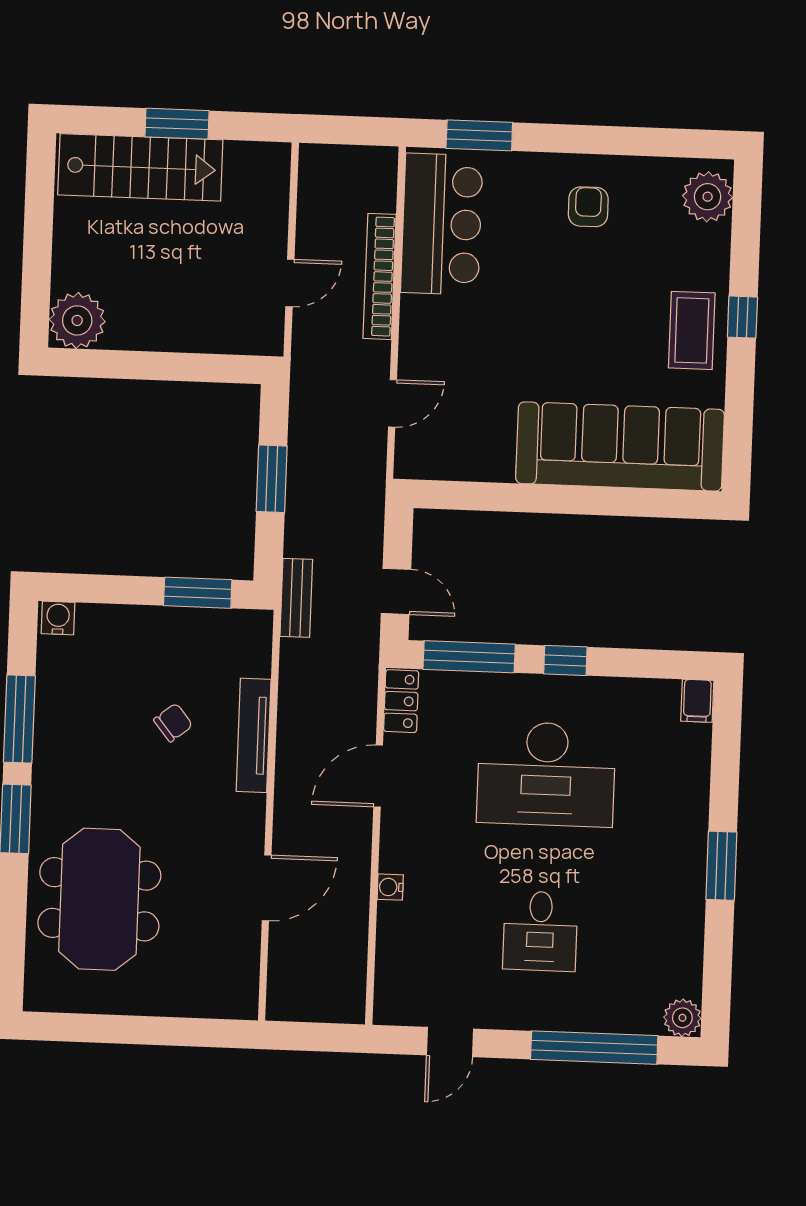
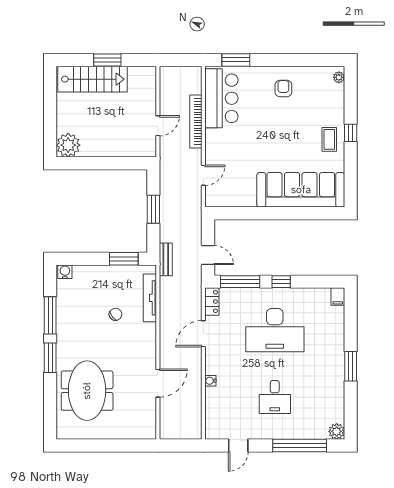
plant: (708, 197) -> (339, 77), width x0.53, depth x0.53
coffee table: (692, 330) -> (329, 139), width x0.73, depth x0.77
tv unit: (254, 735) -> (150, 298), moved

